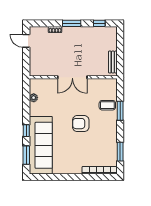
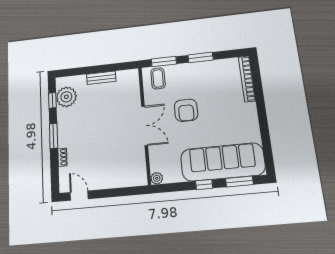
plant: (101, 34) -> (66, 97), added
door: (26, 41) -> (79, 196), swing flipped
double door: (72, 77) -> (145, 126), moved
wall: (73, 77) -> (145, 125), moved
window: (120, 152) -> (201, 57), moved

